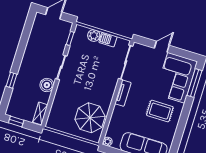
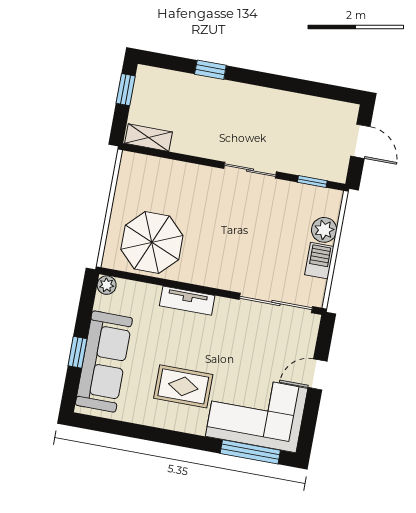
door: (162, 47) -> (318, 374), swing flipped
boiler: (47, 85) -> (209, 145), removed
tv unit: (123, 93) -> (187, 301), moved
rug: (160, 111) -> (183, 386), turned 90

